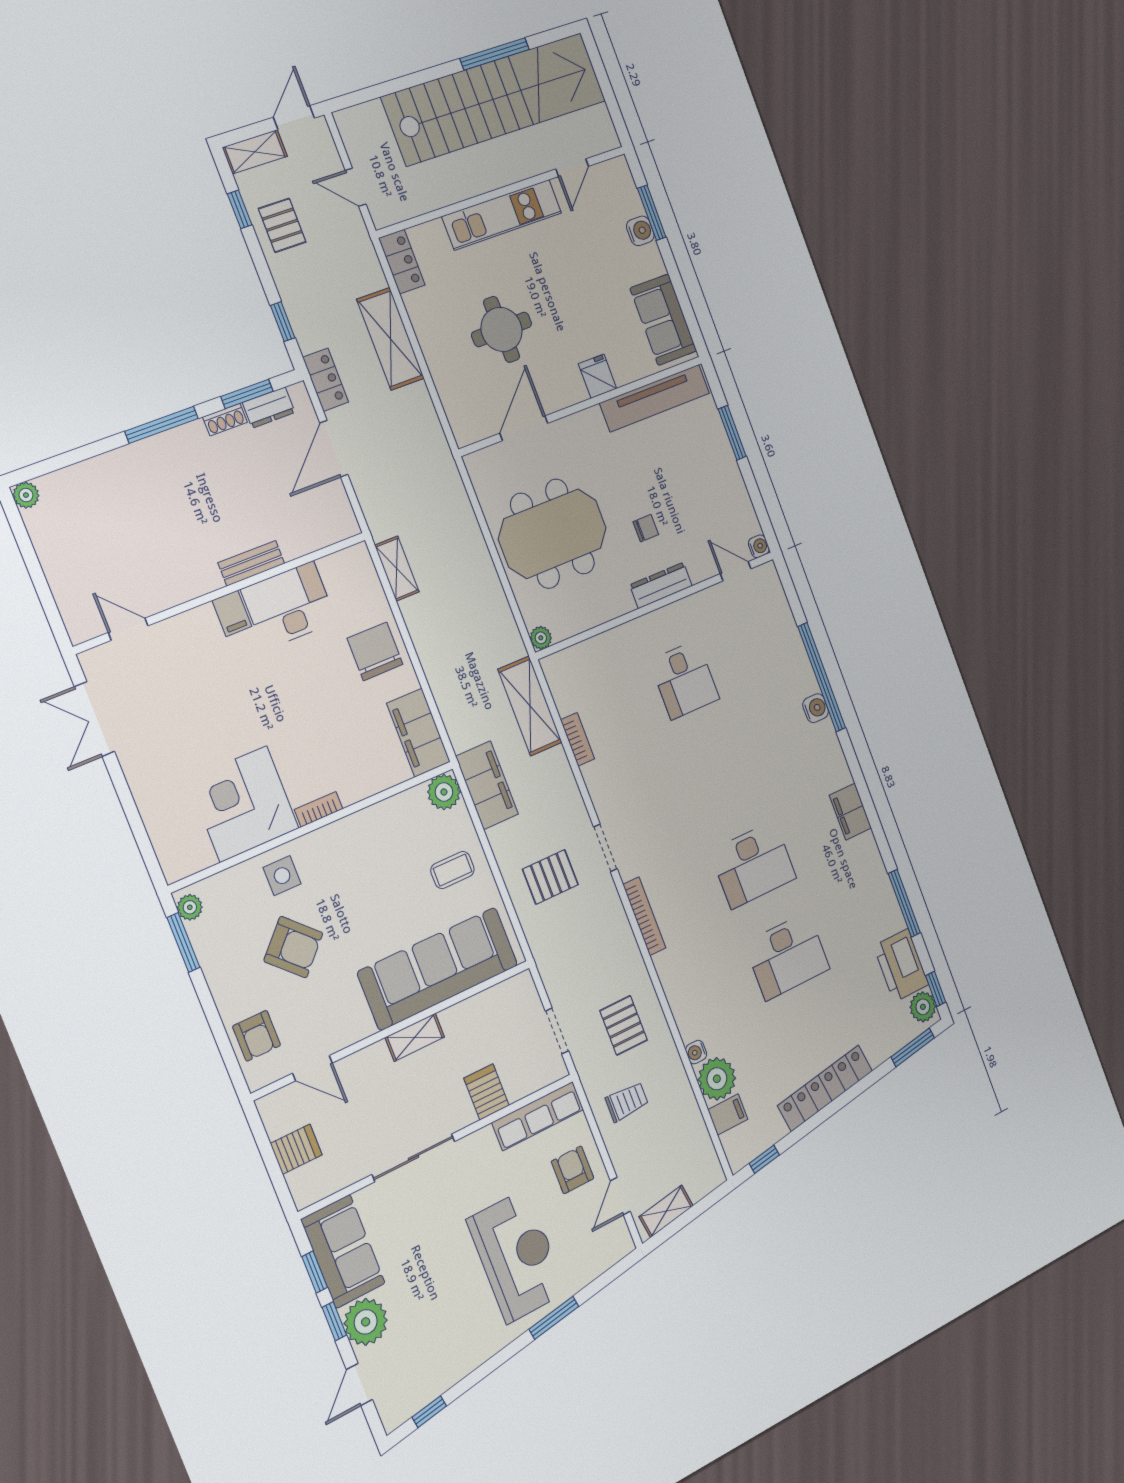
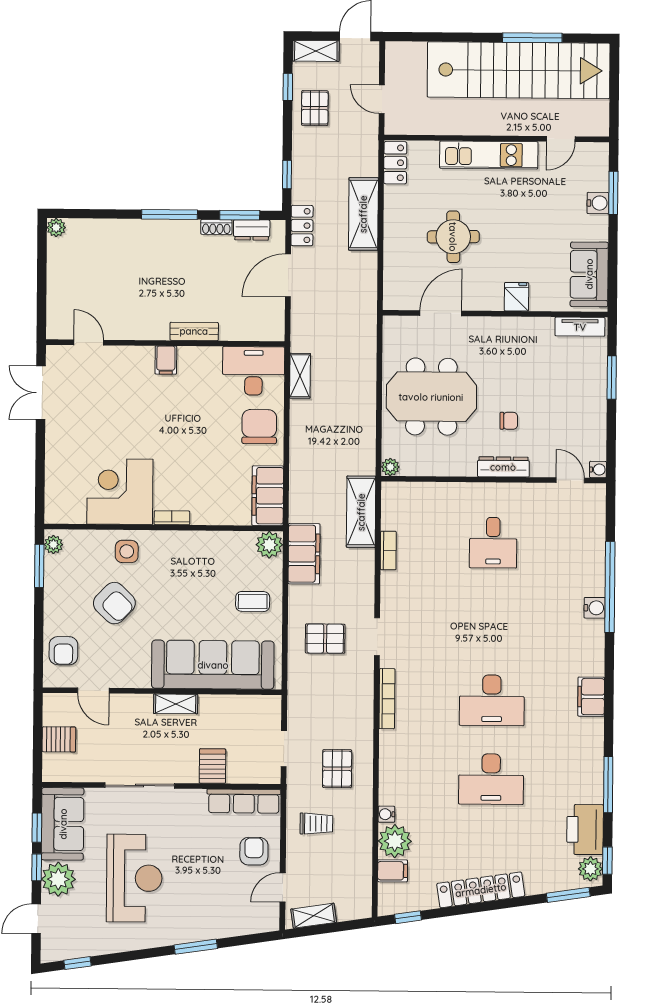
tv unit: (655, 398) -> (580, 327), width x0.52, depth x0.78
desk: (289, 605) -> (254, 371), moved
reception desk: (517, 1256) -> (134, 878), moved

